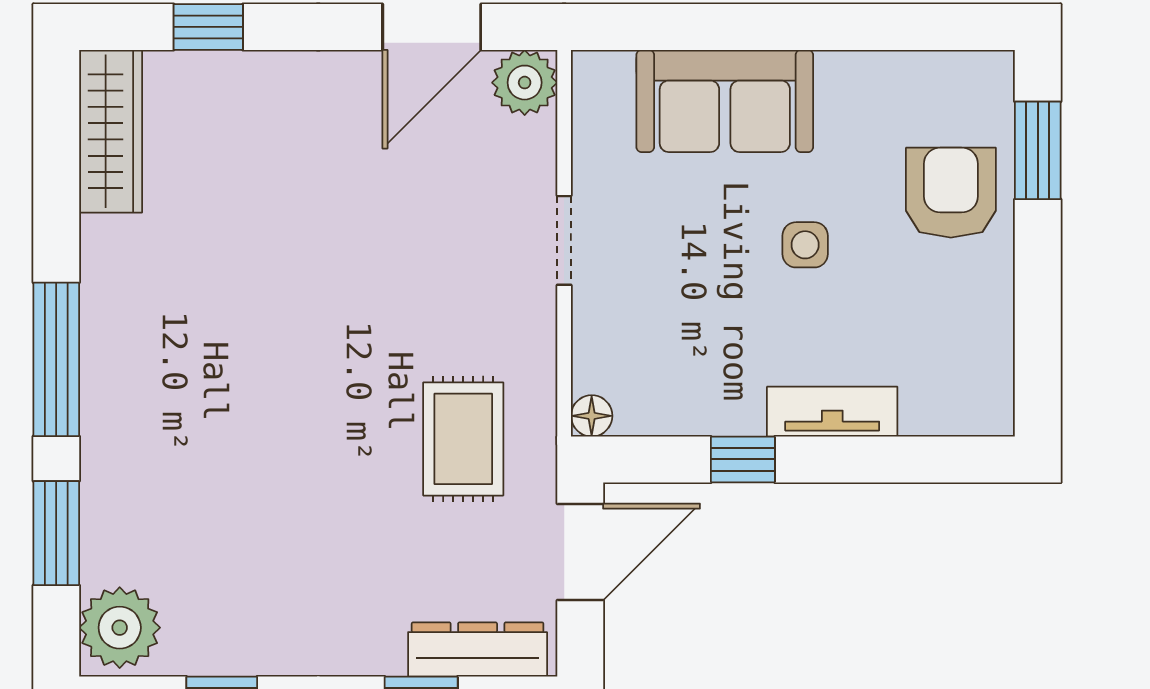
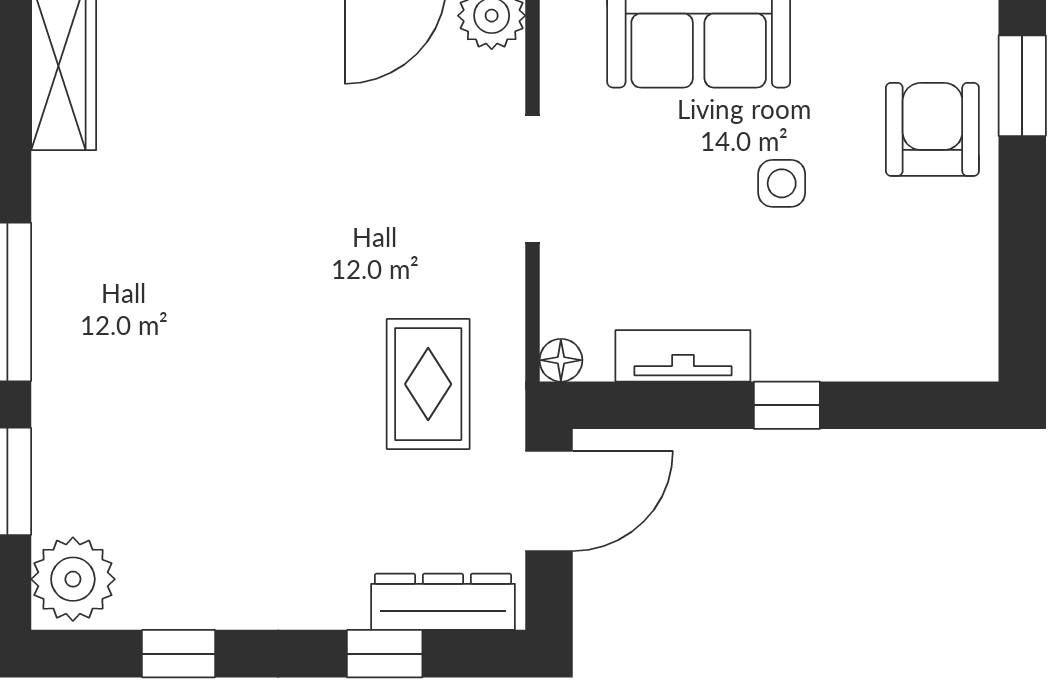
doorway: (564, 240) -> (533, 179), width x1.38
tv unit: (832, 412) -> (683, 356), moved
window: (743, 459) -> (787, 405), moved

